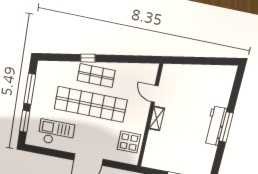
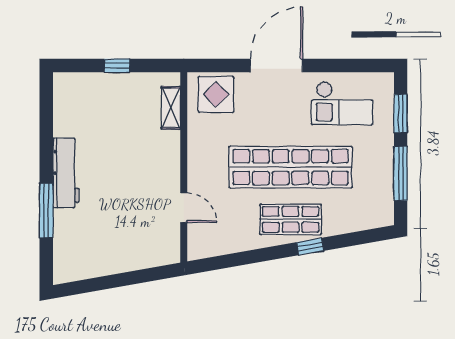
shelving: (157, 119) -> (171, 108), moved
window: (226, 127) -> (46, 211), moved
display table: (129, 142) -> (216, 94), moved

